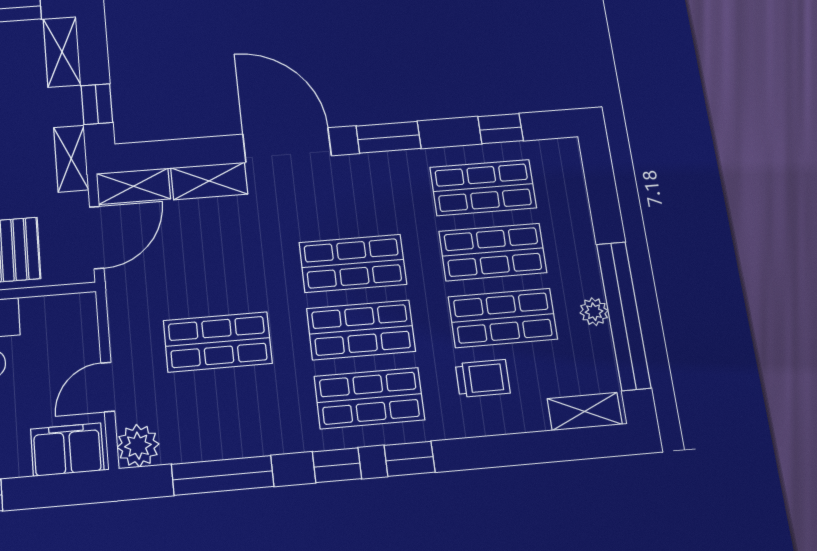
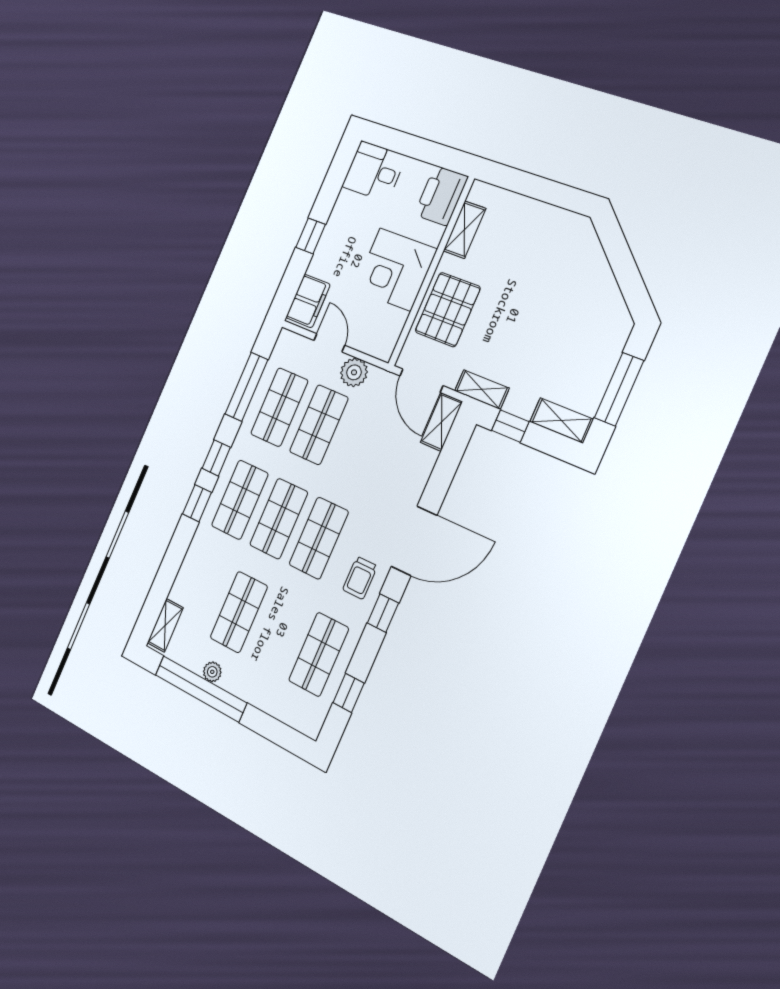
window: (389, 137) -> (383, 613), width x0.67
shelving: (209, 181) -> (418, 475), removed
shop shelf: (493, 252) -> (279, 407), moved
trolley: (483, 378) -> (360, 578), moved
plant: (138, 446) -> (354, 372), moved

